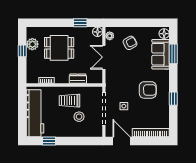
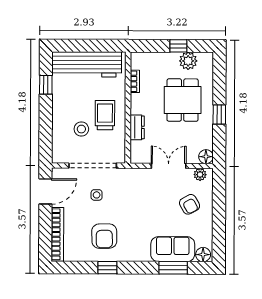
window: (80, 23) -> (219, 115), moved
armchair: (148, 90) -> (104, 236), moved

